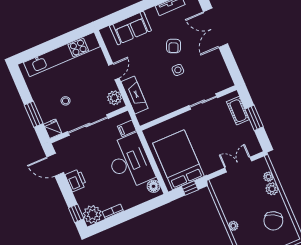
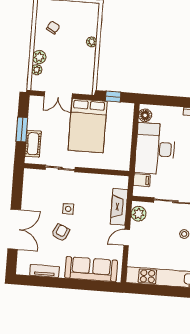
sofa: (130, 28) -> (91, 269), width x1.36
bed: (178, 160) -> (88, 126), moved
chair: (273, 221) -> (53, 27), width x0.54, depth x0.54

